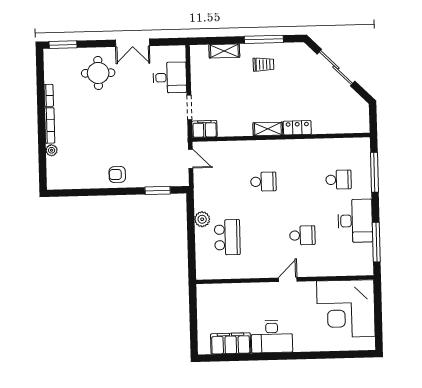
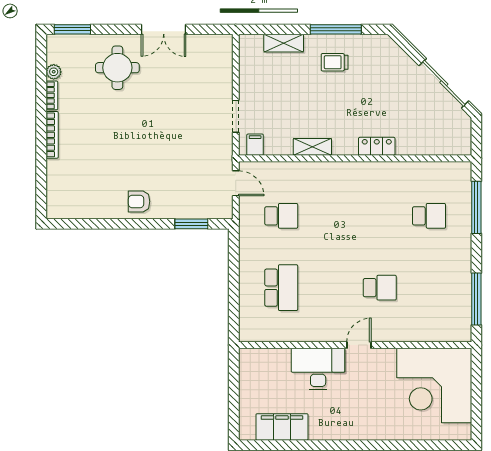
trolley: (263, 64) -> (335, 62), turned 180
sliding door: (336, 68) -> (444, 83), moved
desk: (170, 77) -> (211, 76), removed
filing cabinet: (205, 129) -> (255, 145), width x0.50
shelving: (268, 129) -> (312, 147), moved
plant: (52, 150) -> (54, 72), moved
school desk: (263, 182) -> (281, 216), moved
plant: (202, 219) -> (249, 263), removed
desk: (355, 221) -> (449, 270), removed
desk: (272, 337) -> (318, 369), moved, turned 180

